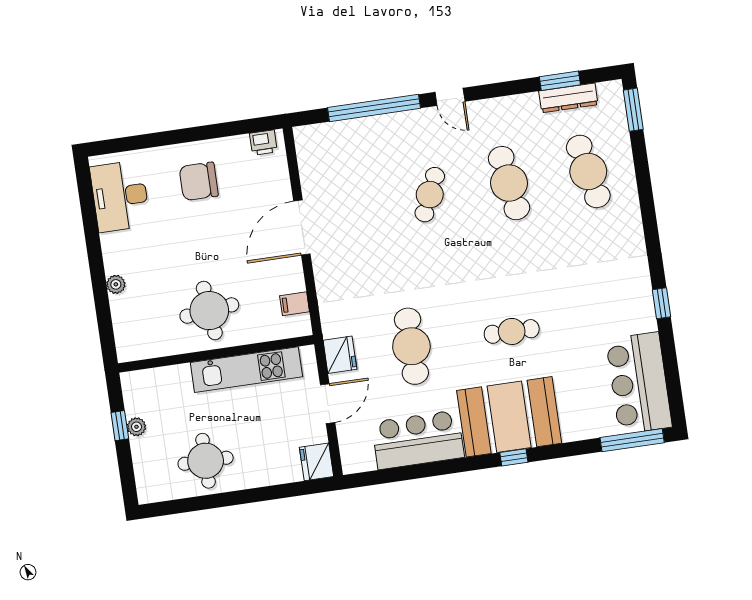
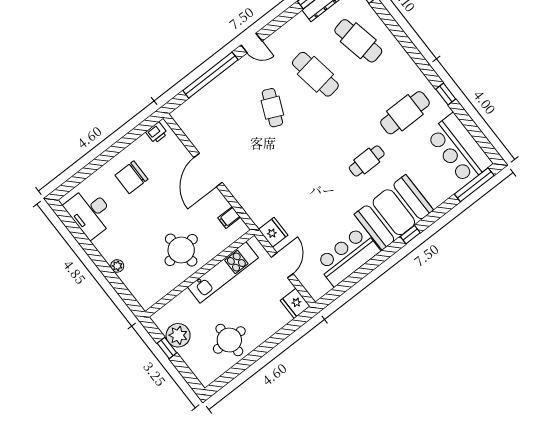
cafe table: (411, 346) -> (405, 113), moved, turned 90
plant: (136, 427) -> (178, 335), width x1.87, depth x1.87

